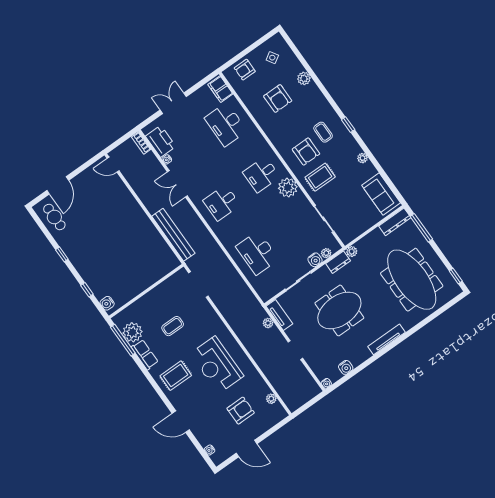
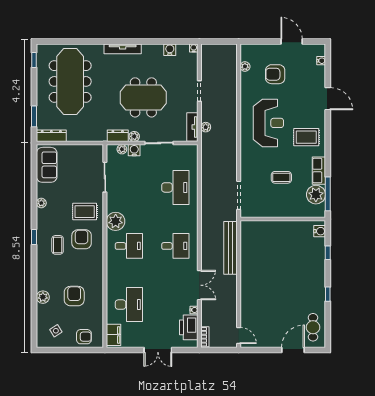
window: (421, 228) -> (34, 116), width x0.69
plant: (352, 251) -> (134, 136), moved

